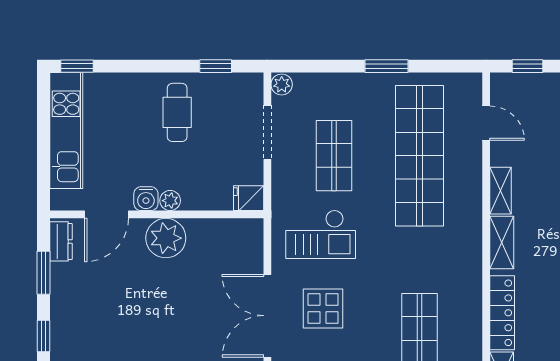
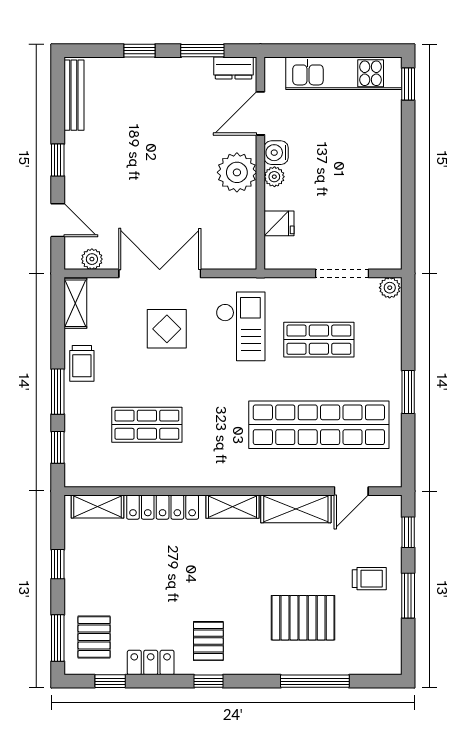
window: (216, 66) -> (408, 222), removed
cafe table: (177, 112) -> (362, 184), removed
shelving: (500, 191) -> (296, 509), width x1.50, depth x1.33
fridge: (249, 198) -> (279, 223), moved, turned 90
door: (106, 214) -> (260, 113), hinge flipped
checkout: (321, 234) -> (241, 326), turned 180

